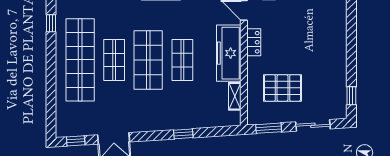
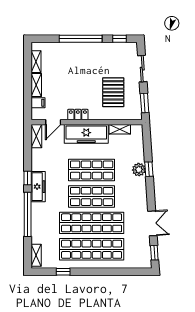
window: (351, 46) -> (81, 39), added
shop shelf: (114, 60) -> (92, 223), width x2.00, depth x1.36
shop shelf: (182, 60) -> (92, 170), width x1.43, depth x1.36
plant: (183, 121) -> (139, 170), added

